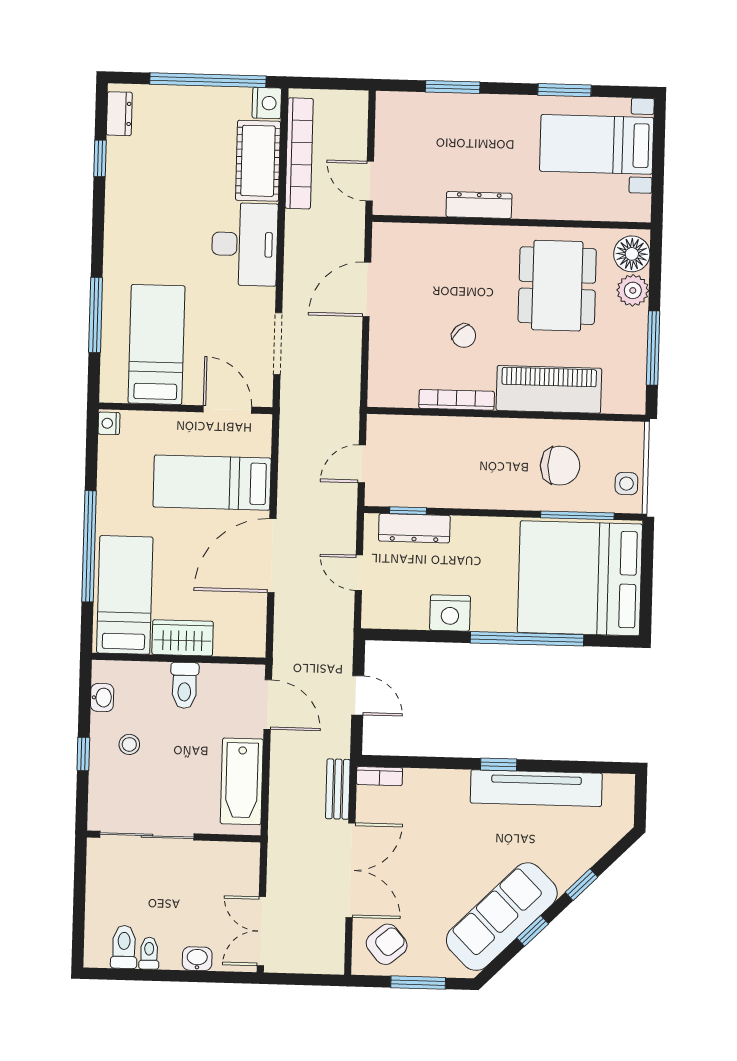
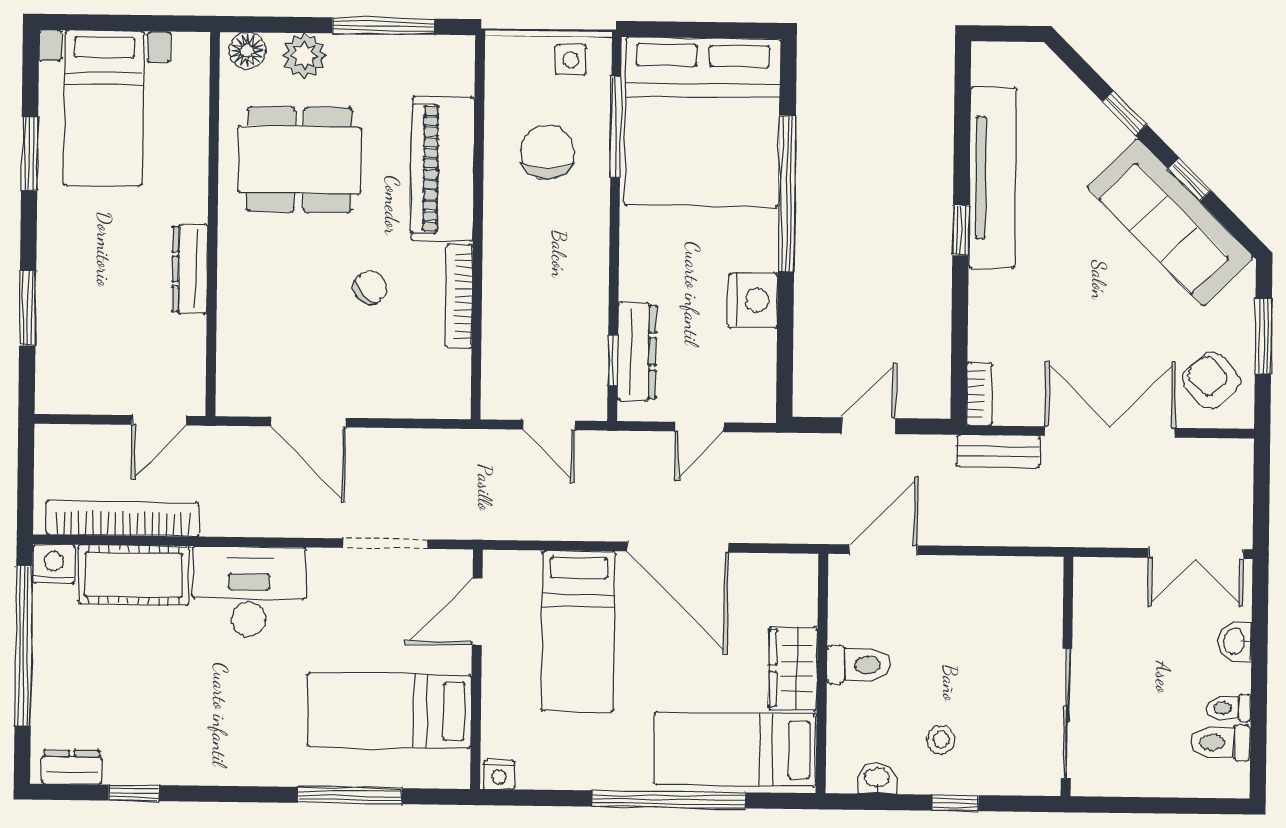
floor lamp: (632, 254) -> (247, 51), width x0.73, depth x0.73
bathtub: (242, 781) -> (990, 584), removed

